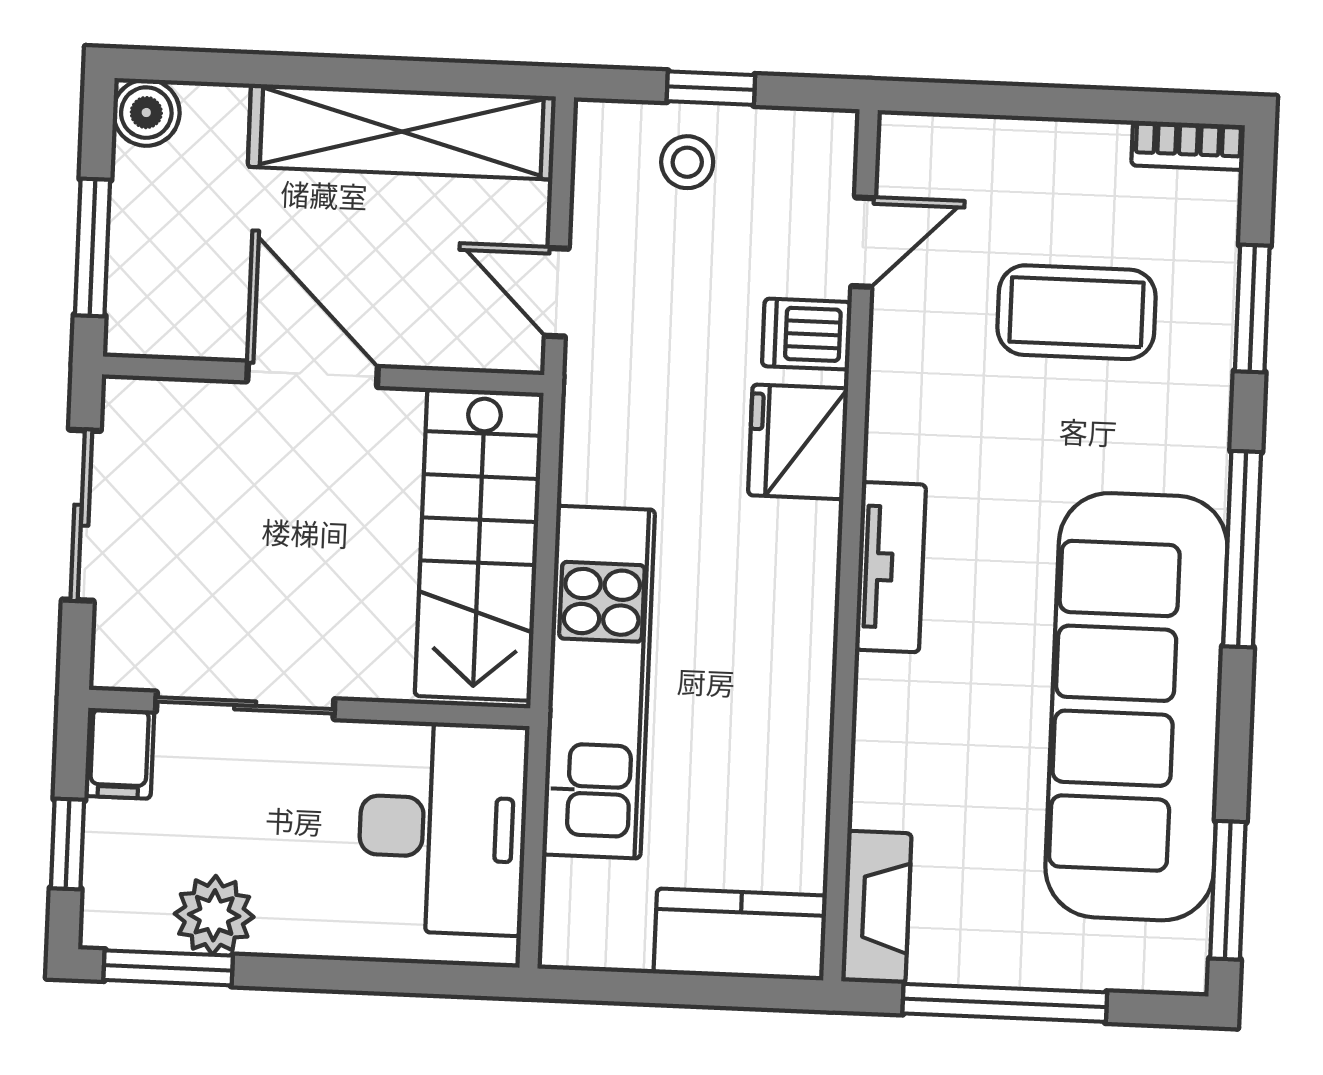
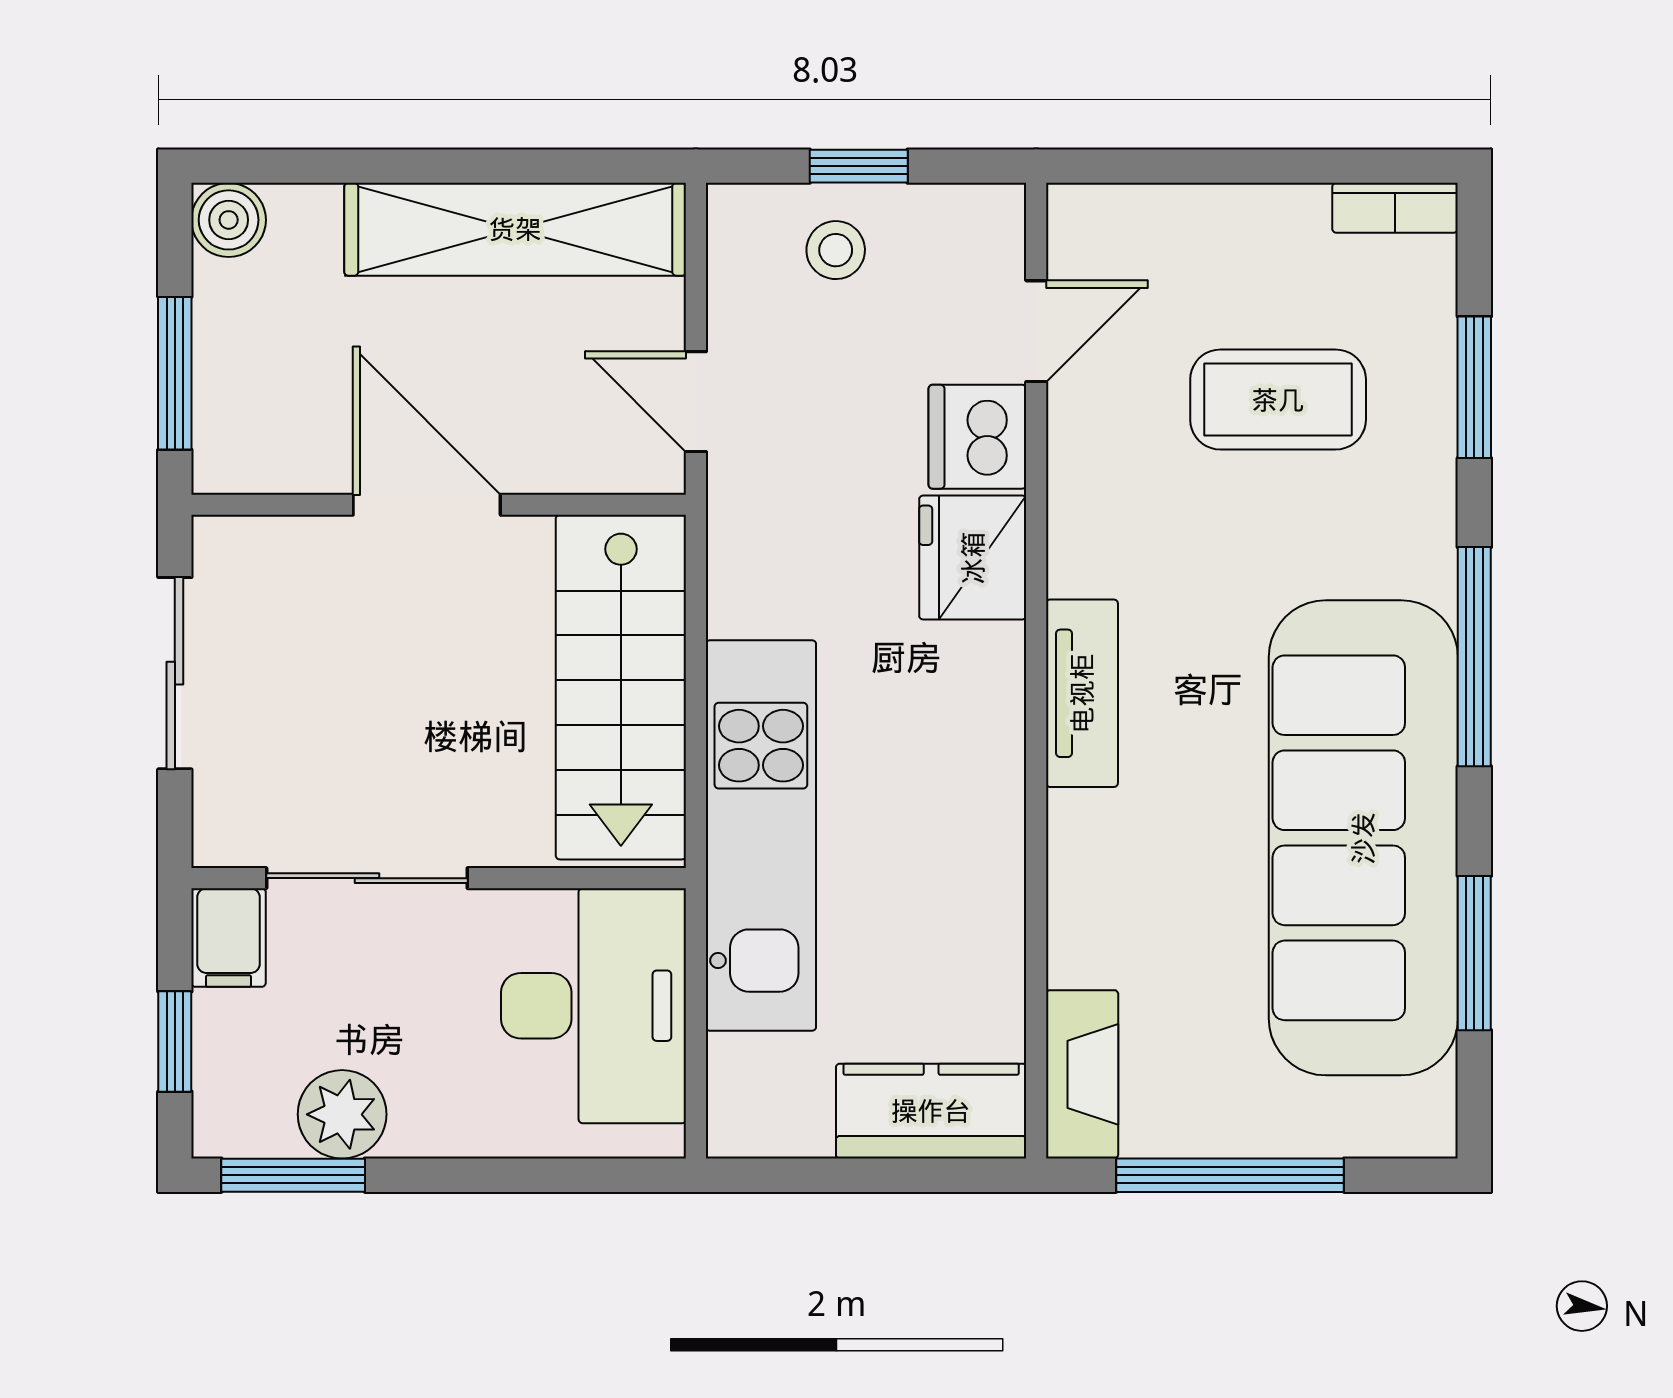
dishwasher: (807, 334) -> (977, 437), width x1.38
window: (1228, 890) -> (1474, 953), moved

